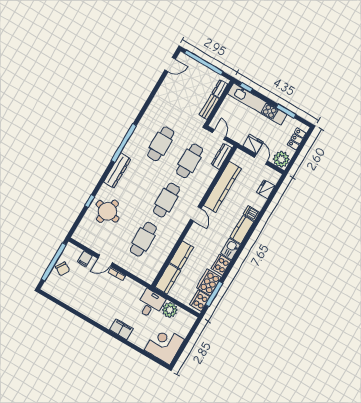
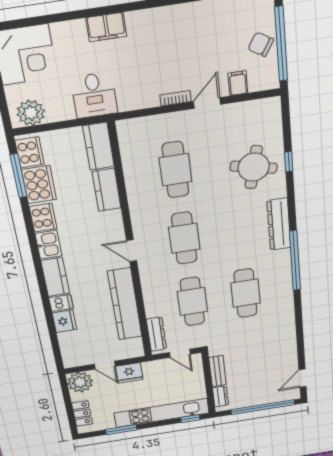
fridge: (266, 189) -> (64, 321), moved
plant: (170, 310) -> (31, 113), moved

